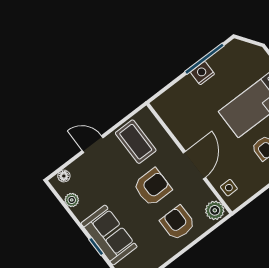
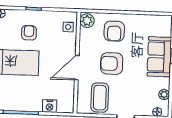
nightstand: (202, 73) -> (50, 106), moved
door: (194, 165) -> (77, 68), moved

